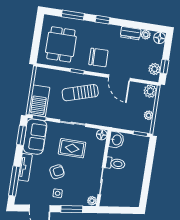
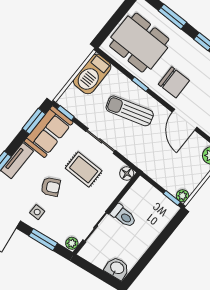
dining table: (61, 44) -> (139, 43), width x1.37
barbecue: (39, 101) -> (92, 74), moved
plant: (149, 115) -> (183, 196), moved
washbasin: (116, 140) -> (117, 268), moved, turned -98

